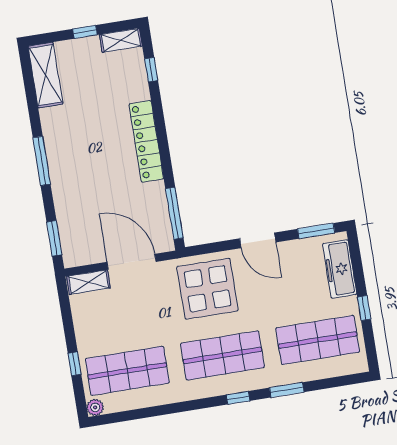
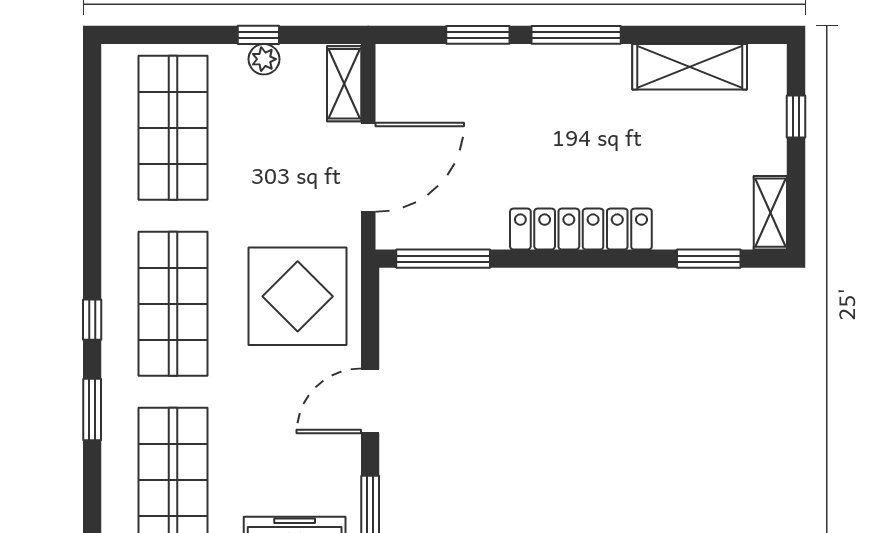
window: (85, 32) -> (796, 116), moved
window: (151, 70) -> (709, 259), width x1.50
shelving: (45, 75) -> (690, 67), moved
window: (54, 238) -> (478, 35), moved
window: (75, 364) -> (258, 35), moved
plant: (95, 407) -> (264, 59), moved

